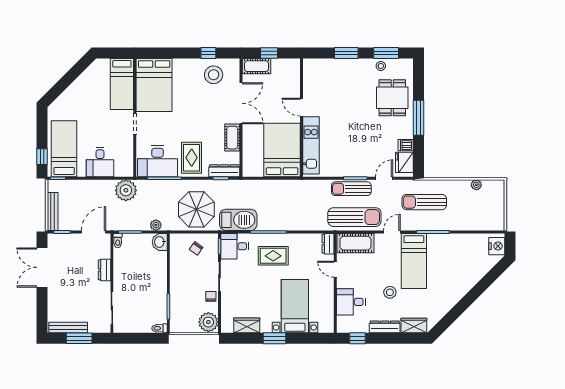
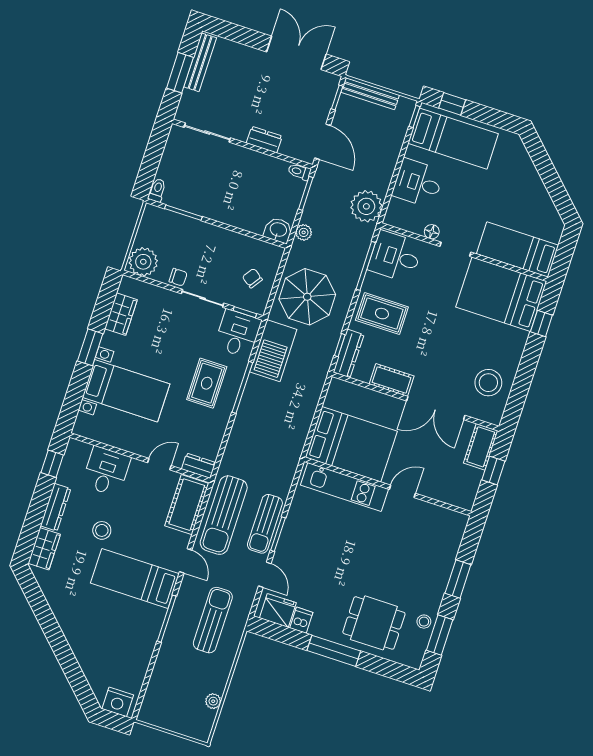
window: (208, 53) -> (541, 323), moved
floor lamp: (128, 143) -> (432, 232), added
desk: (158, 161) -> (395, 257), width x0.73
sun lounger: (351, 189) -> (265, 524), turned 180

